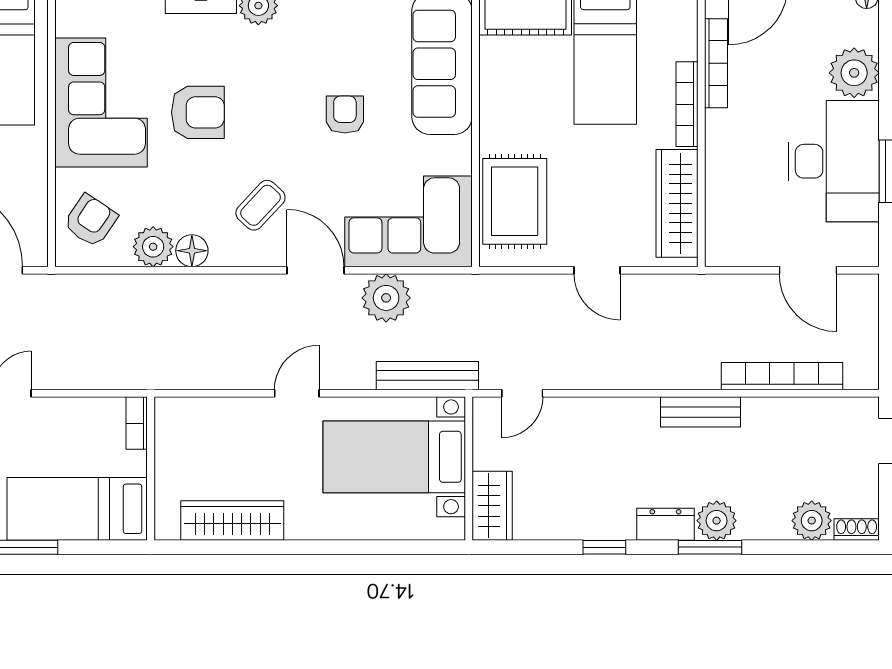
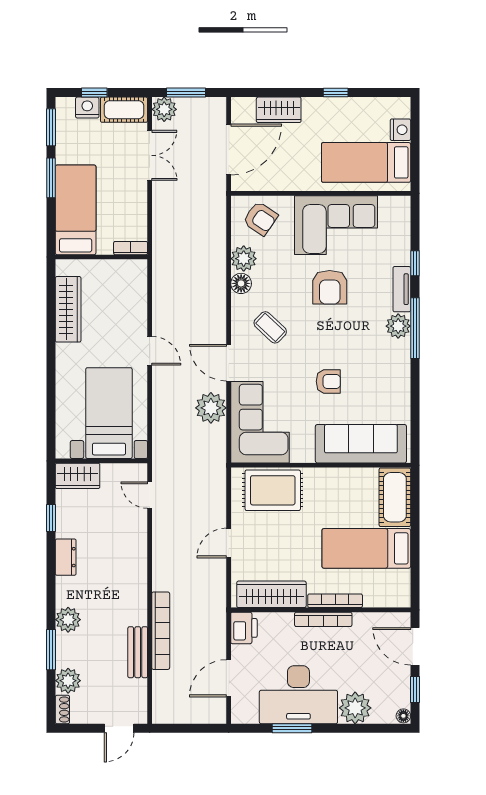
bookcase: (716, 63) -> (323, 619), moved
printer: (729, 246) -> (244, 628), added
door: (316, 270) -> (229, 363), swing flipped
bench: (427, 376) -> (161, 434), removed
bookcase: (782, 376) -> (161, 631), moved
bench: (700, 412) -> (138, 652), moved
dresser: (665, 524) -> (66, 557), moved
window: (604, 547) -> (51, 518), moved
window: (710, 547) -> (51, 650), moved

